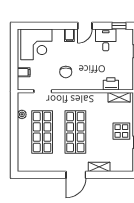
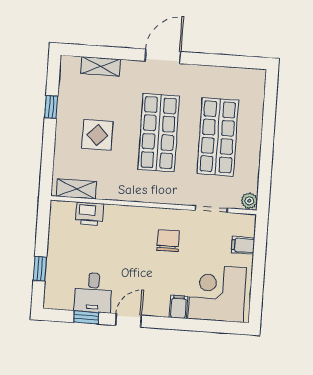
window: (119, 26) -> (86, 317), moved
filing cabinet: (69, 35) -> (178, 307), moved
plant: (22, 114) -> (249, 201), moved
display table: (121, 131) -> (97, 135), moved
shelving: (99, 167) -> (101, 66), moved

